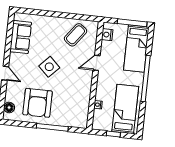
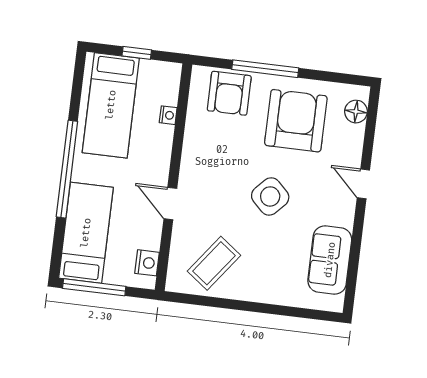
door: (97, 63) -> (170, 204), swing flipped
armchair: (69, 115) -> (229, 93), added

